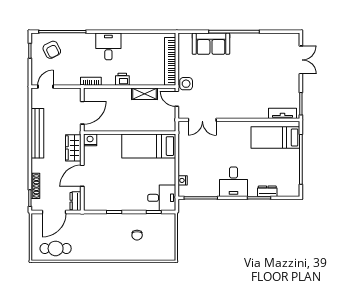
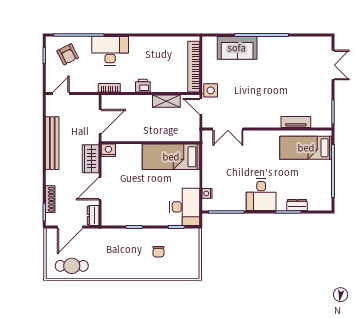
desk: (108, 46) -> (110, 51), moved, width x1.37
tv unit: (283, 113) -> (296, 122), moved
desk: (162, 198) -> (185, 207), width x1.37

